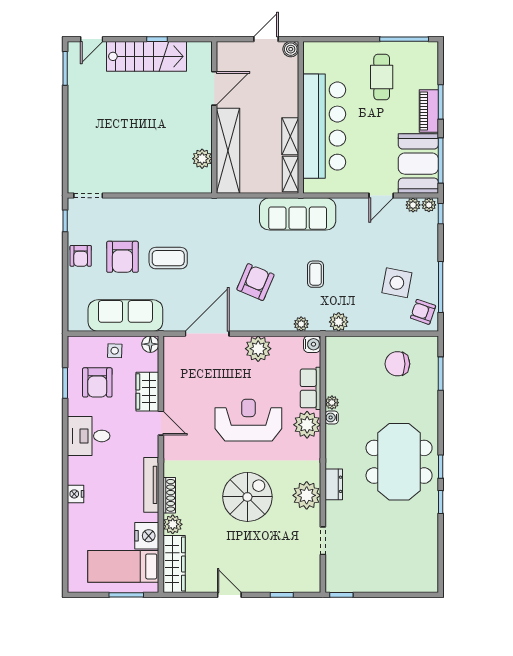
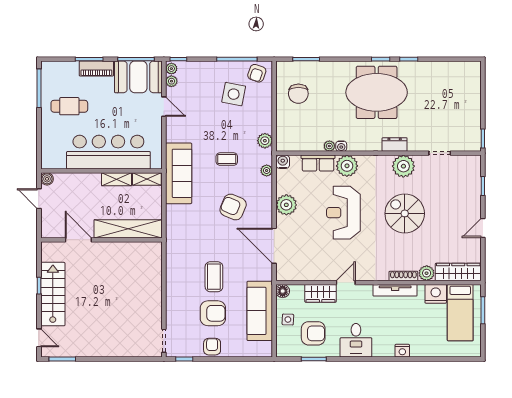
plant: (202, 159) -> (134, 250), removed
armchair: (81, 256) -> (212, 347), turned -90

